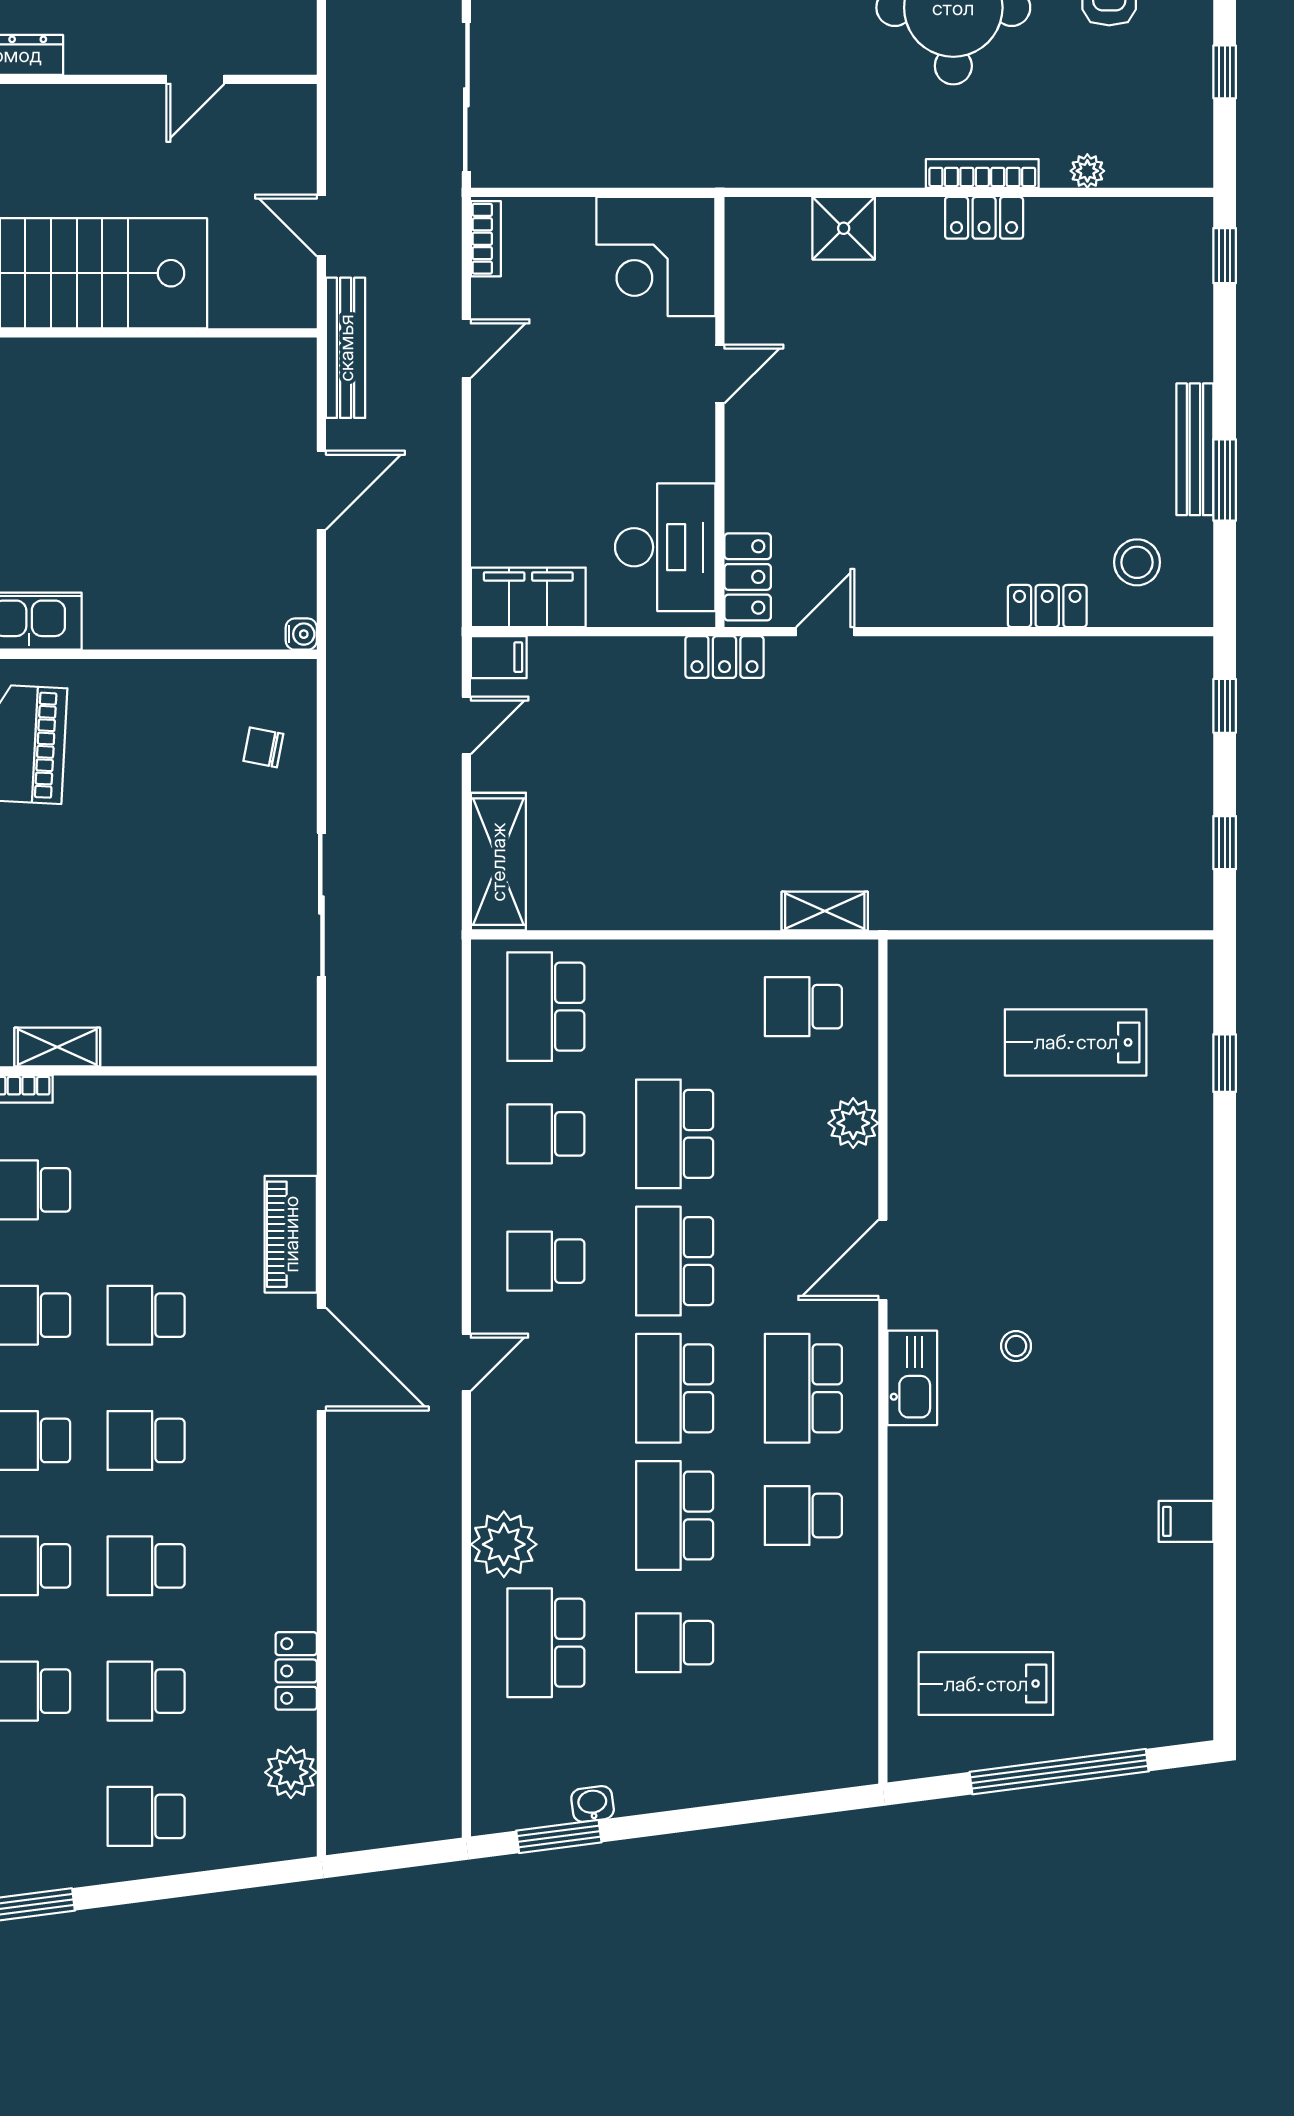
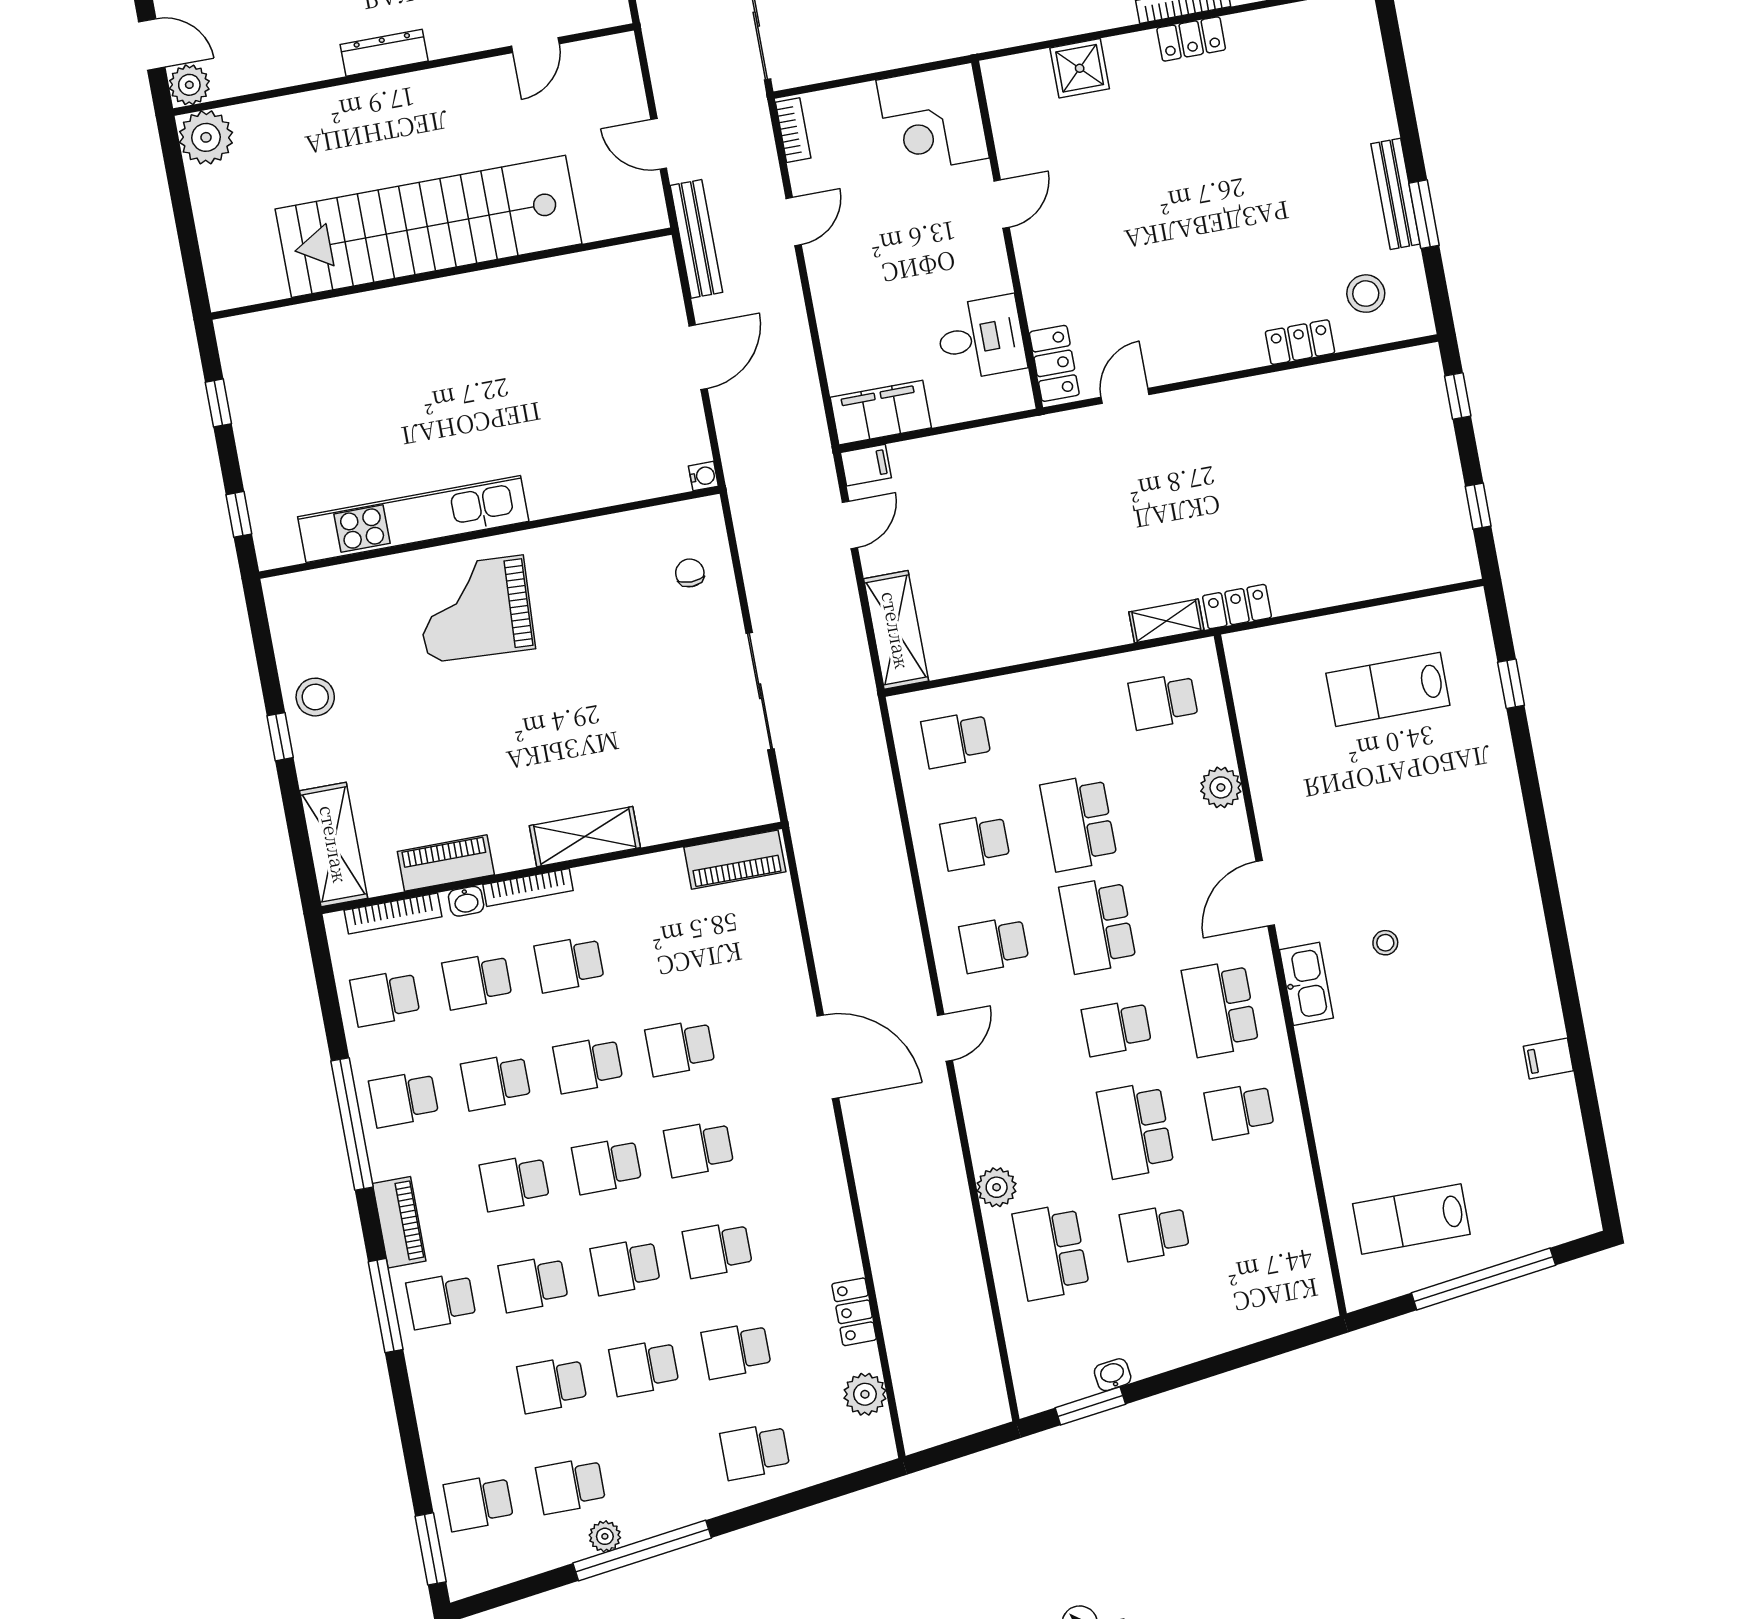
window: (1225, 256) -> (1391, 33), removed
desk: (665, 547) -> (981, 338), width x0.73
locker: (724, 657) -> (1237, 607), moved, turned 180
chair: (263, 747) -> (690, 573), turned 79
school desk: (546, 1007) -> (956, 740), width x0.54
shelving: (57, 1047) -> (585, 837), width x1.50, depth x1.33
piano: (291, 1234) -> (735, 860), moved, turned -90
school desk: (675, 1388) -> (1117, 1028), width x0.54
plant: (504, 1544) -> (997, 1187), width x0.73, depth x0.73

